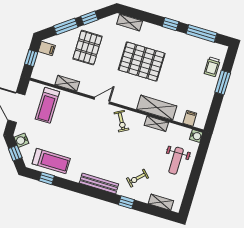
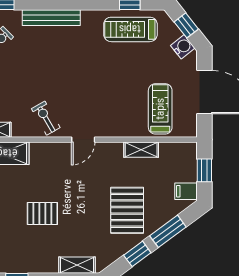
pallet: (142, 62) -> (42, 214), width x0.49, depth x0.50

